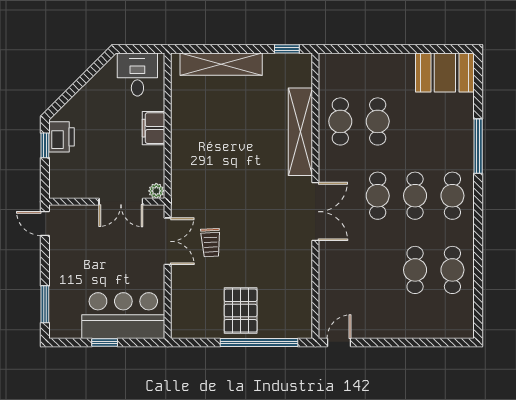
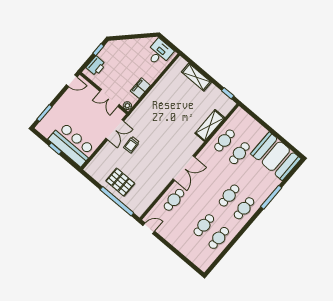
shelving: (221, 64) -> (196, 77), width x0.68
booth: (445, 73) -> (276, 156), width x1.36, depth x1.42
filing cabinet: (153, 128) -> (140, 88), moved
shelving: (300, 132) -> (210, 125), width x0.68
printer: (62, 137) -> (96, 66), moved
cafe table: (378, 196) -> (174, 200), moved
door: (45, 224) -> (72, 81), swing flipped
pallet: (241, 311) -> (120, 182), turned 90

